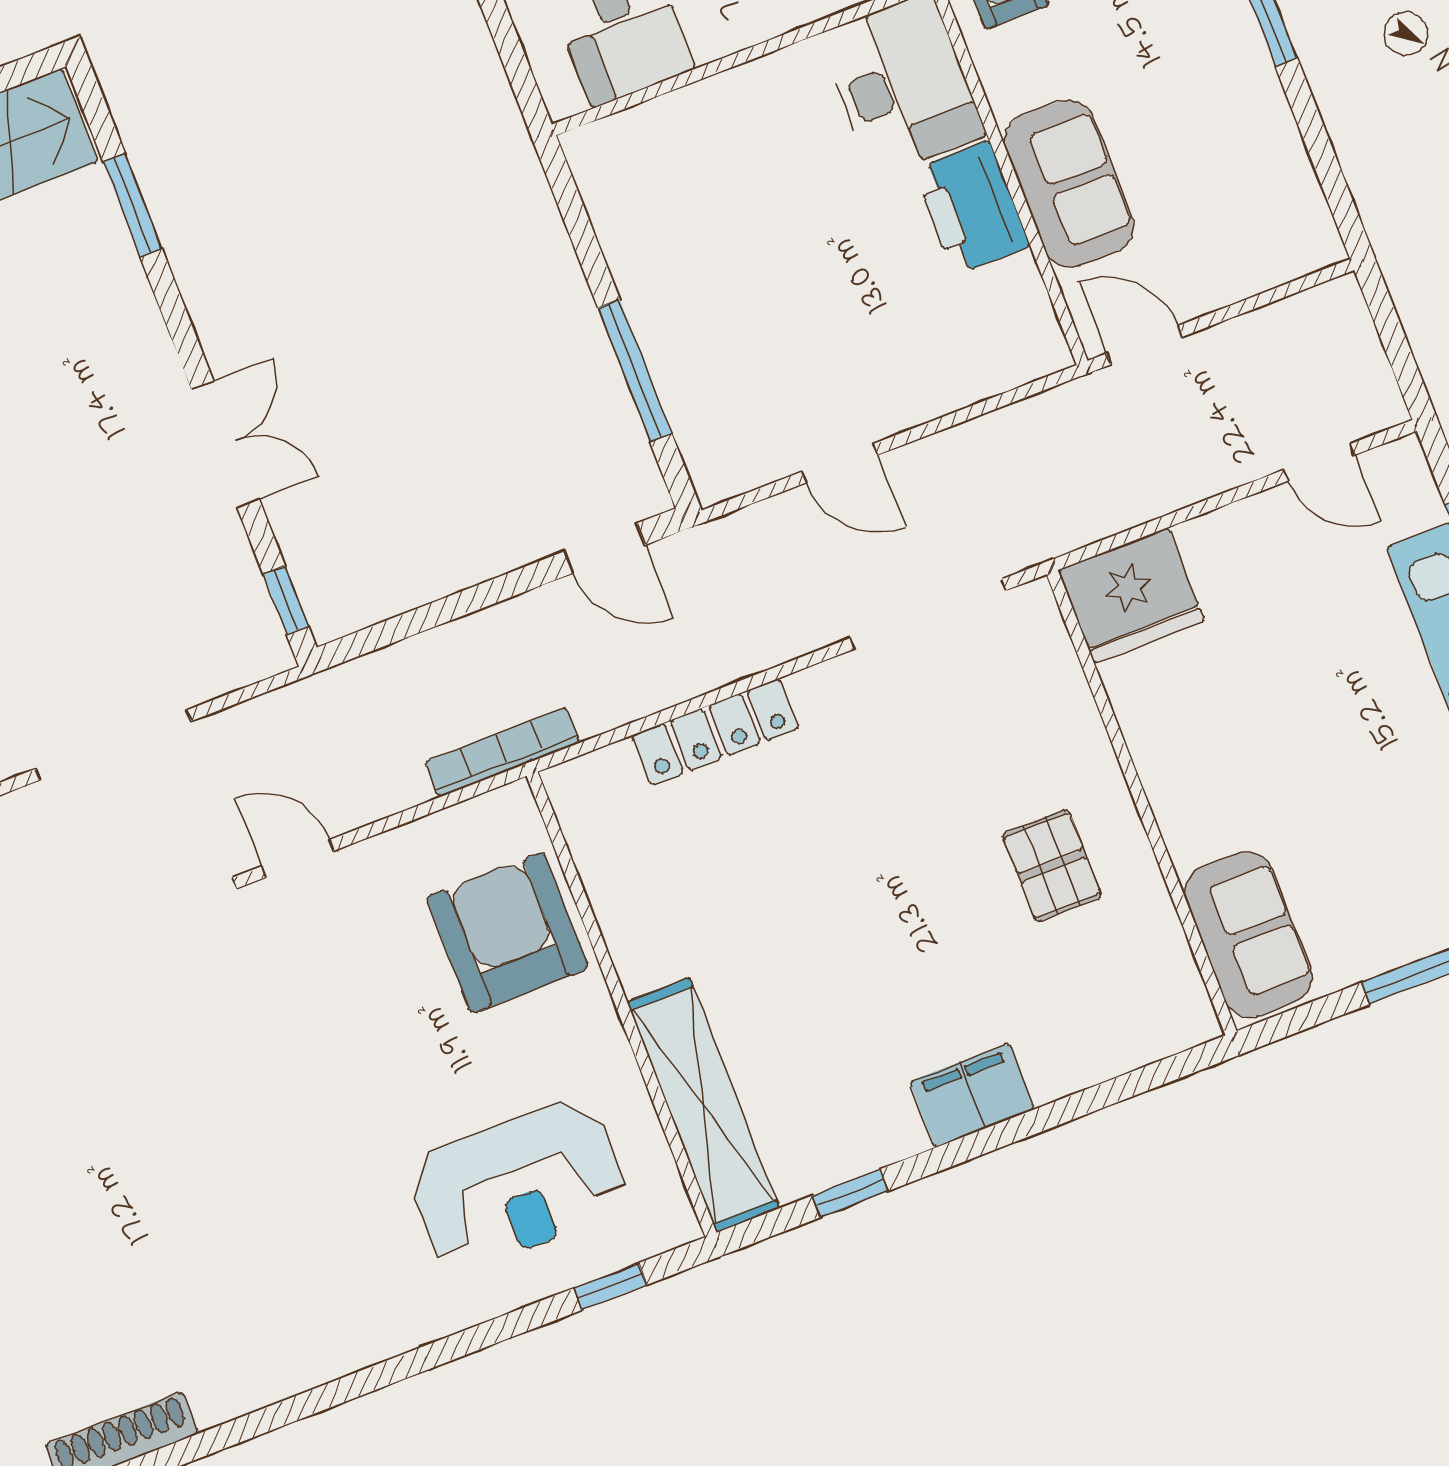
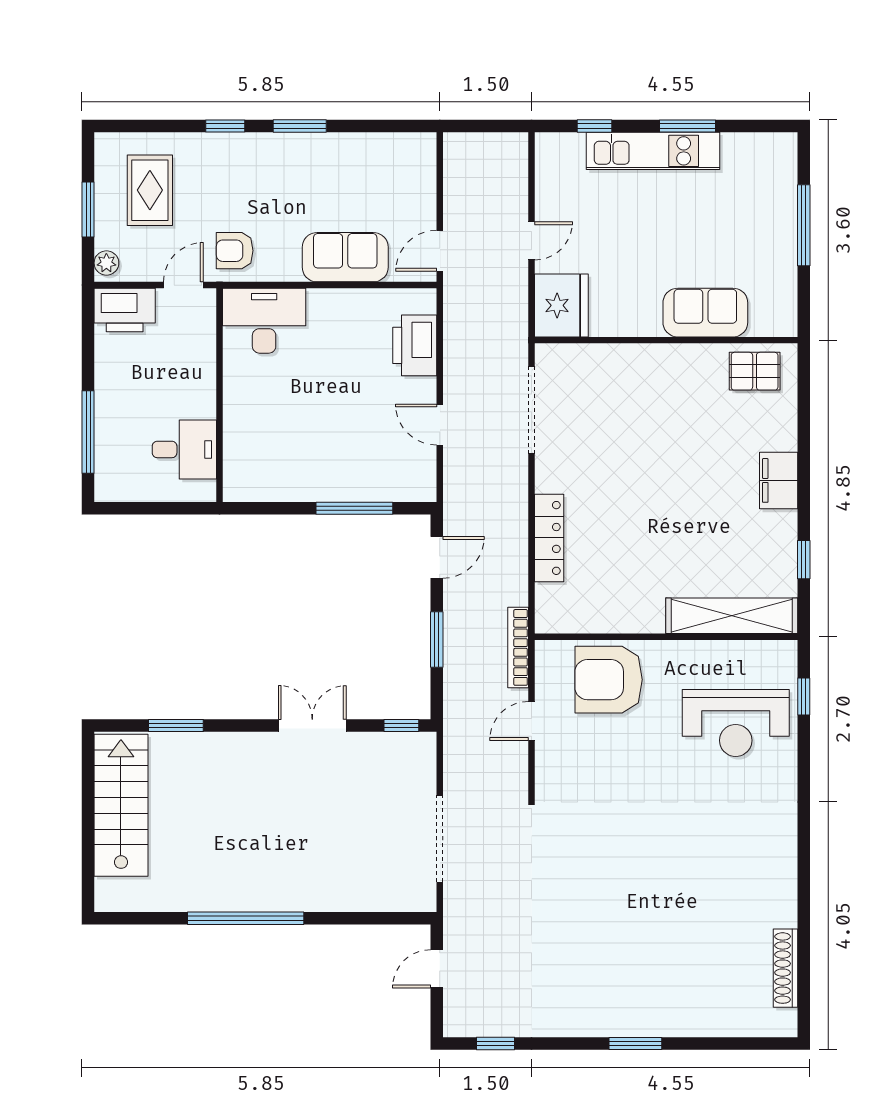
printer: (972, 208) -> (415, 345), moved, turned 90
door: (1319, 462) -> (532, 241), moved
door: (840, 463) -> (440, 425), swing flipped
window: (461, 604) -> (437, 639), added
door: (298, 859) -> (532, 721), moved
pallet: (1052, 865) -> (755, 371), moved
sofa: (1248, 935) -> (705, 313), moved
reception desk: (518, 1185) -> (736, 723), turned 90

